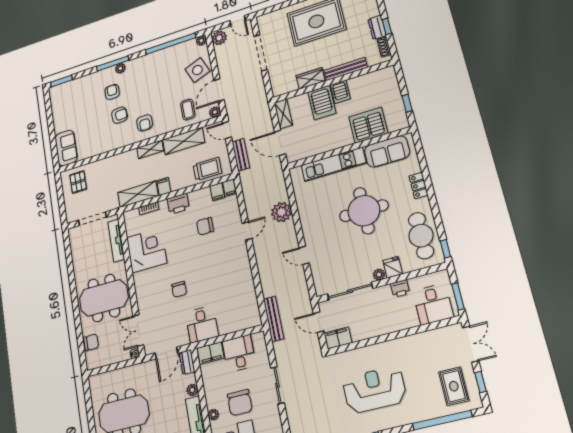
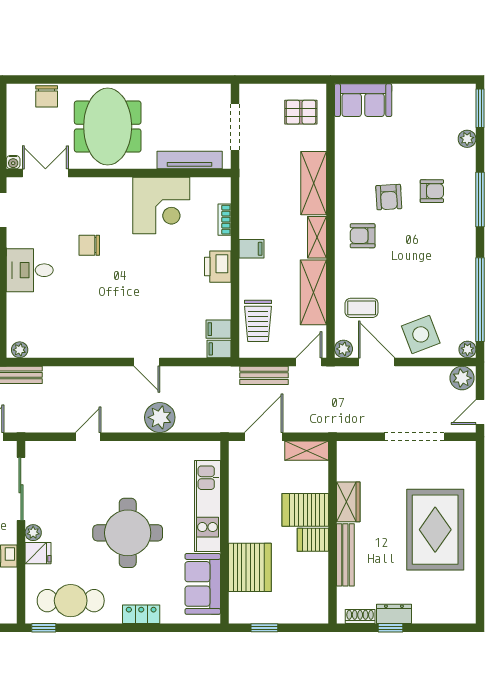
plant: (120, 68) -> (467, 139), moved
shelving: (138, 194) -> (314, 183), moved
chair: (205, 226) -> (172, 301), removed
plant: (255, 317) -> (20, 350), added

